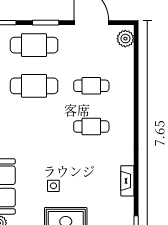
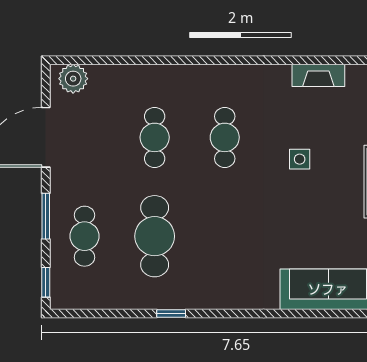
cafe table: (34, 45) -> (84, 236), width x0.73, depth x0.74
side table: (53, 186) -> (300, 159), moved

